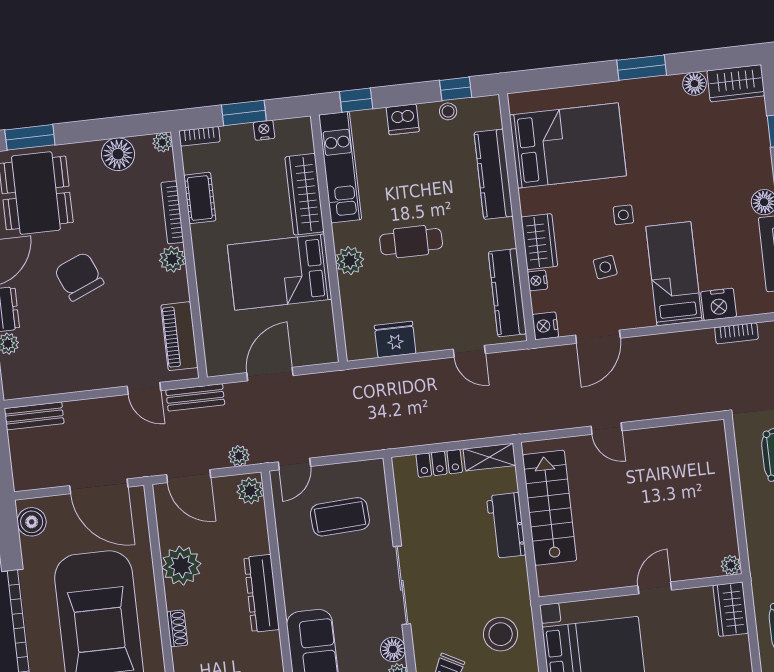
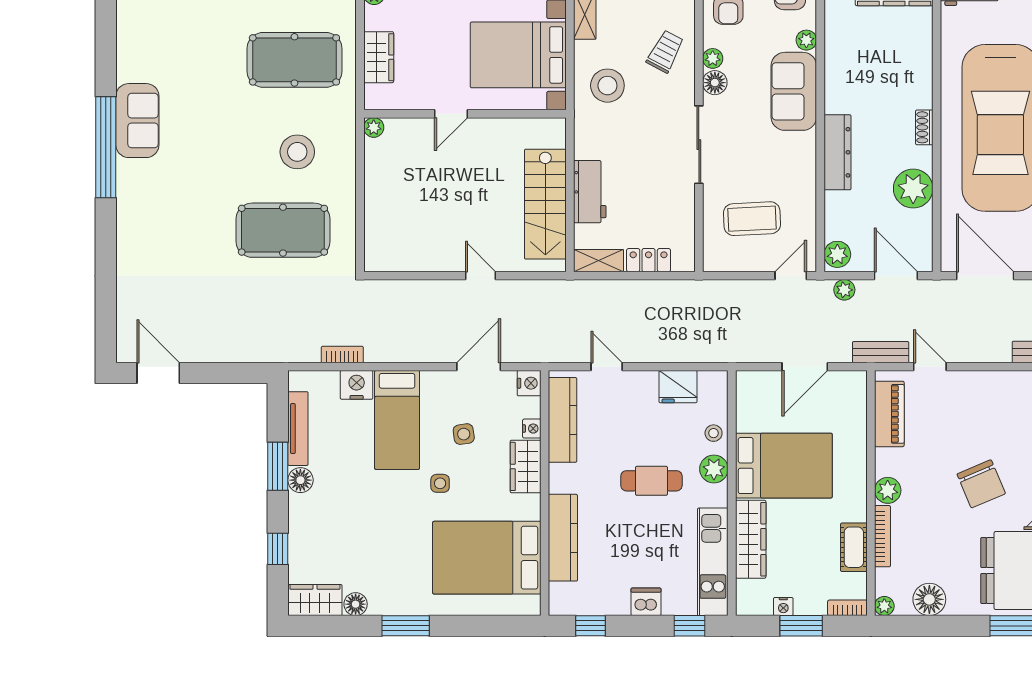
stool: (448, 111) -> (714, 433), moved
wardrobe: (731, 609) -> (379, 57), moved

